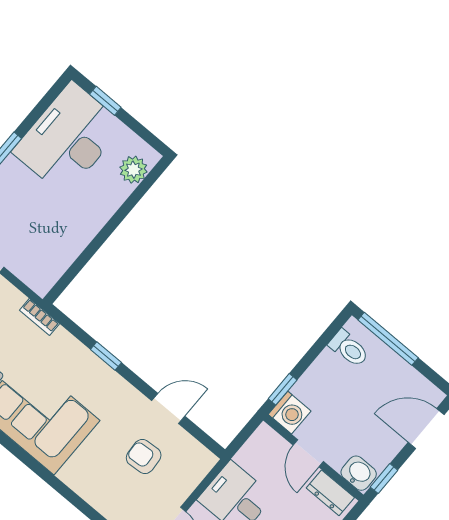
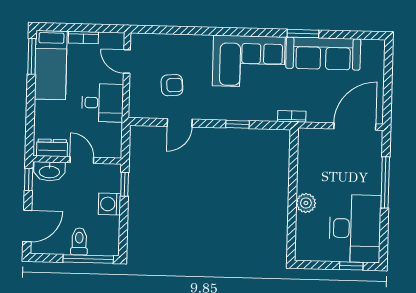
plant: (133, 170) -> (306, 203), moved
toilet: (349, 348) -> (79, 241), moved, turned 90
washing machine: (290, 413) -> (109, 204), moved
washbasin: (359, 473) -> (49, 171), width x1.38

